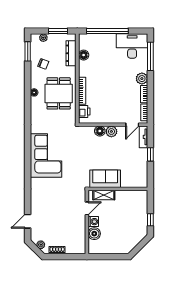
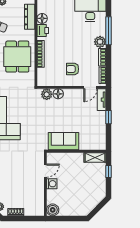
window: (150, 56) -> (108, 31), moved
armchair: (114, 106) -> (73, 69), added
printer: (84, 111) -> (43, 31), moved
plant: (111, 131) -> (47, 94), moved
shelving: (104, 195) -> (95, 157), moved
window: (150, 220) -> (108, 171), moved
boiler: (94, 234) -> (53, 210), moved

